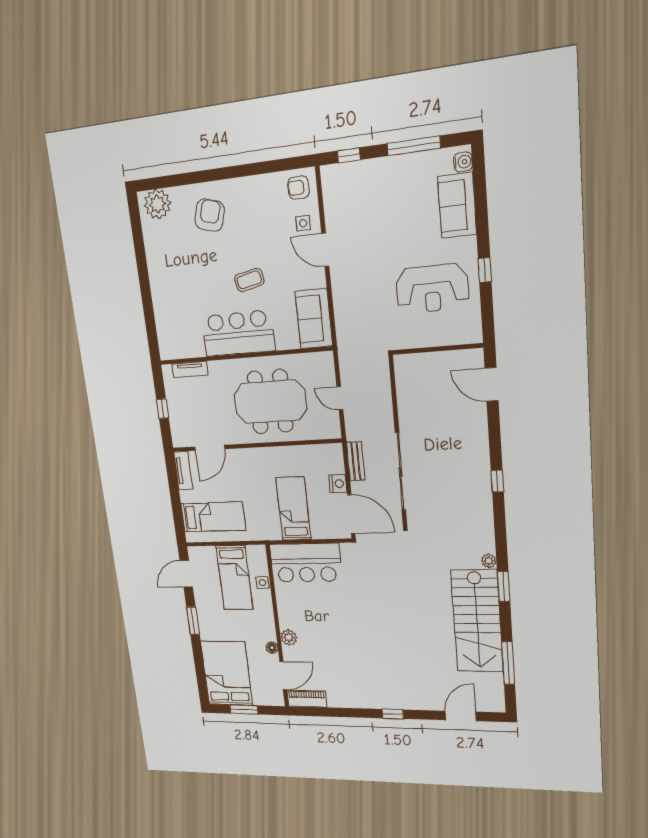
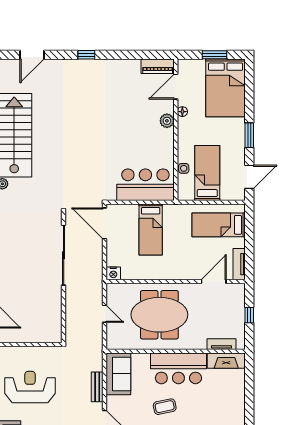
fireplace: (181, 349) -> (226, 361), added
bench: (356, 461) -> (97, 387), moved
nightstand: (338, 484) -> (113, 273), moved, turned -90

